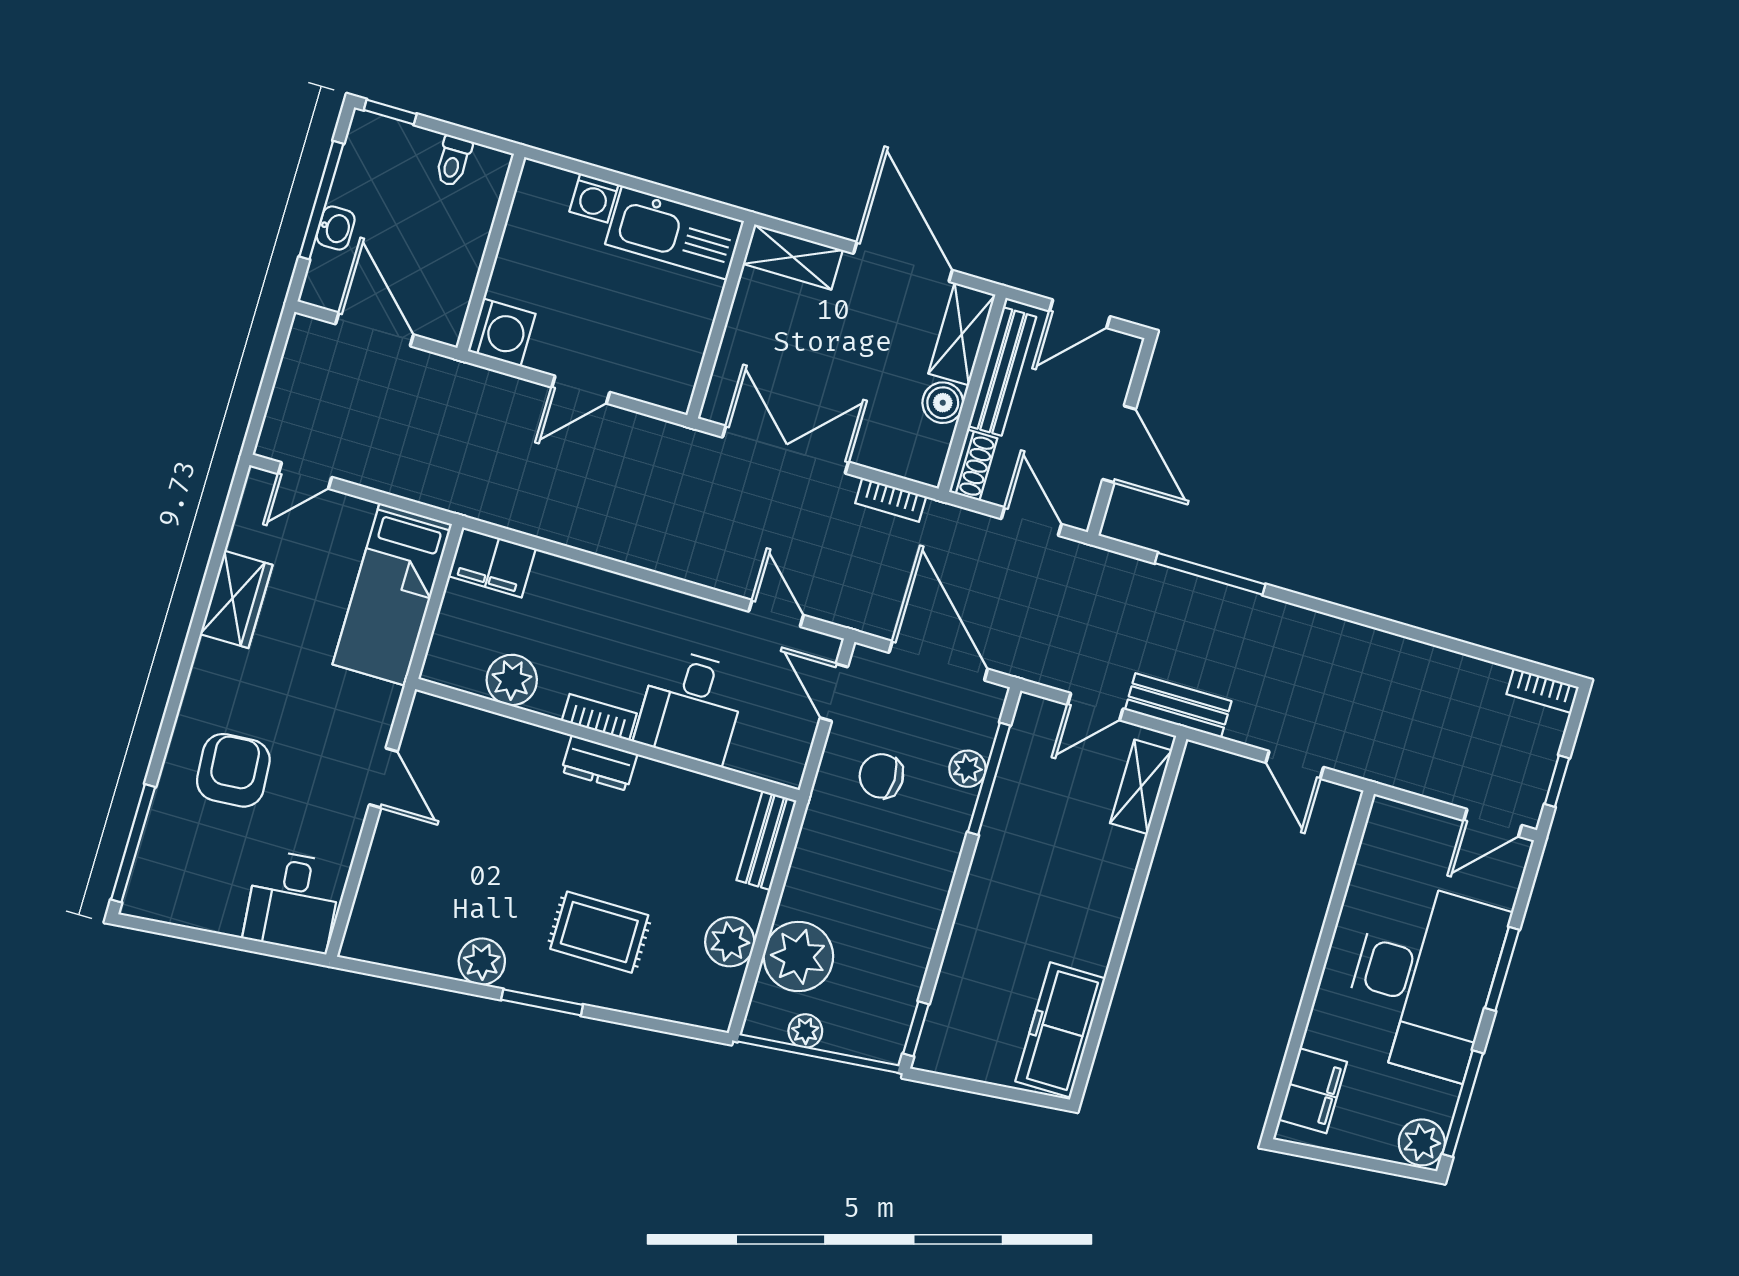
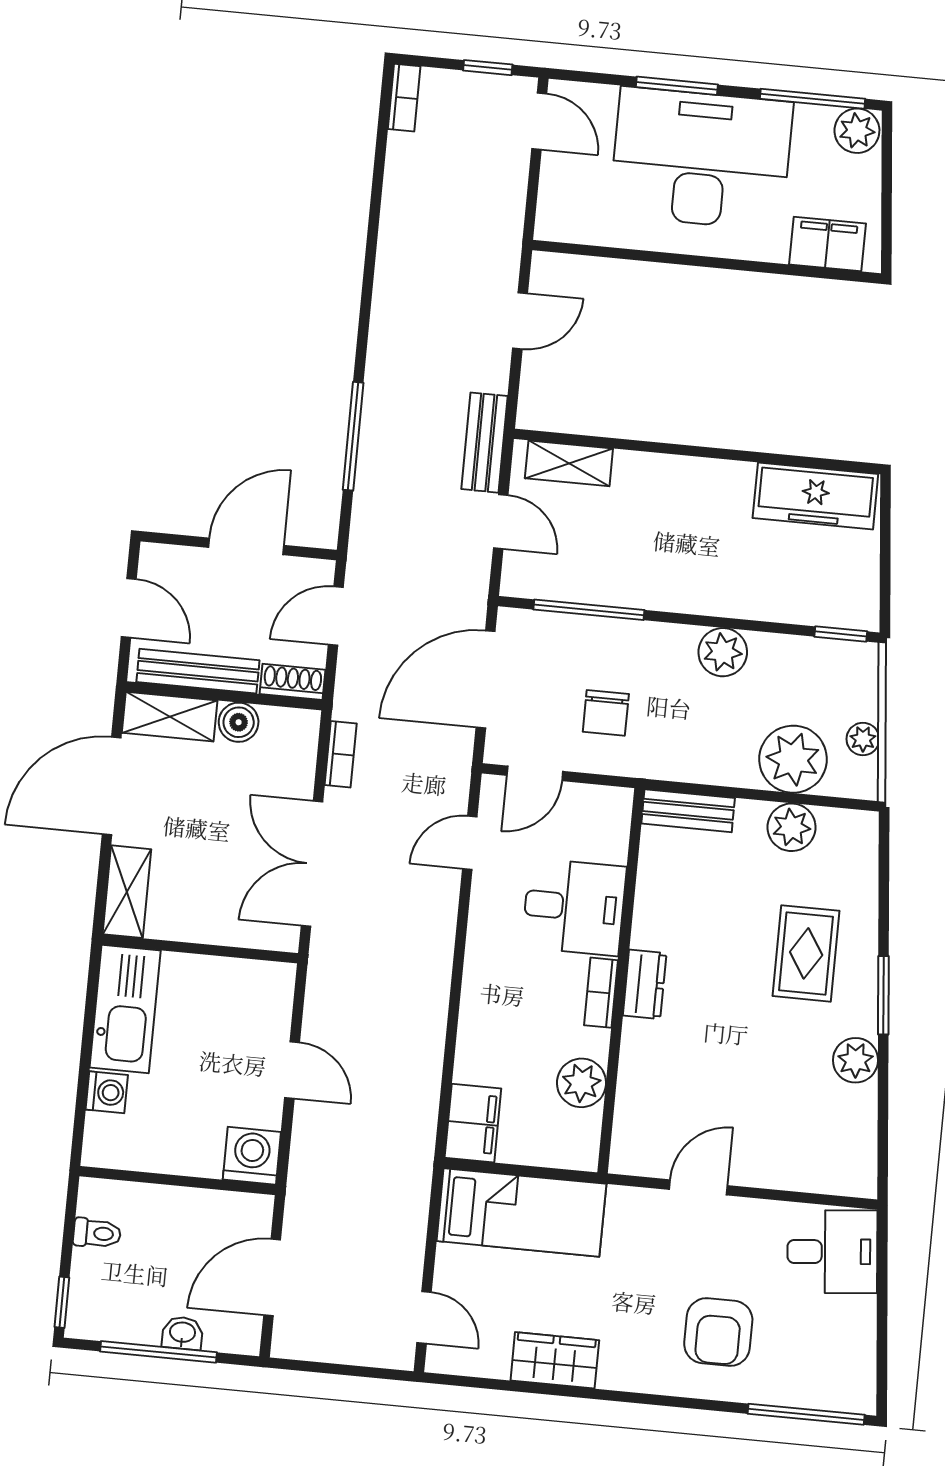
plant: (967, 769) -> (723, 652), moved, width x1.38, depth x1.38
armchair: (233, 770) -> (718, 1332), turned -86

